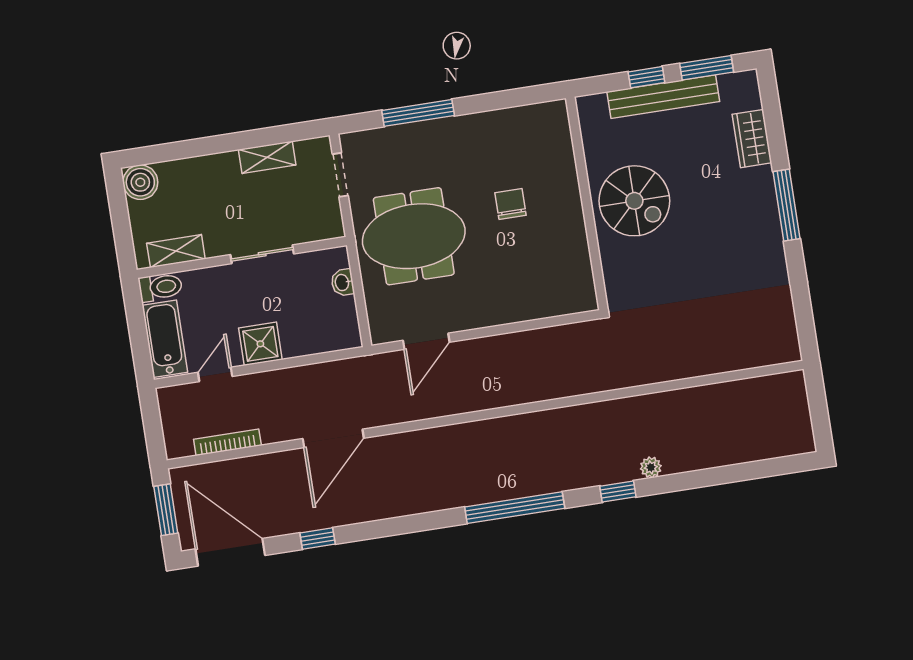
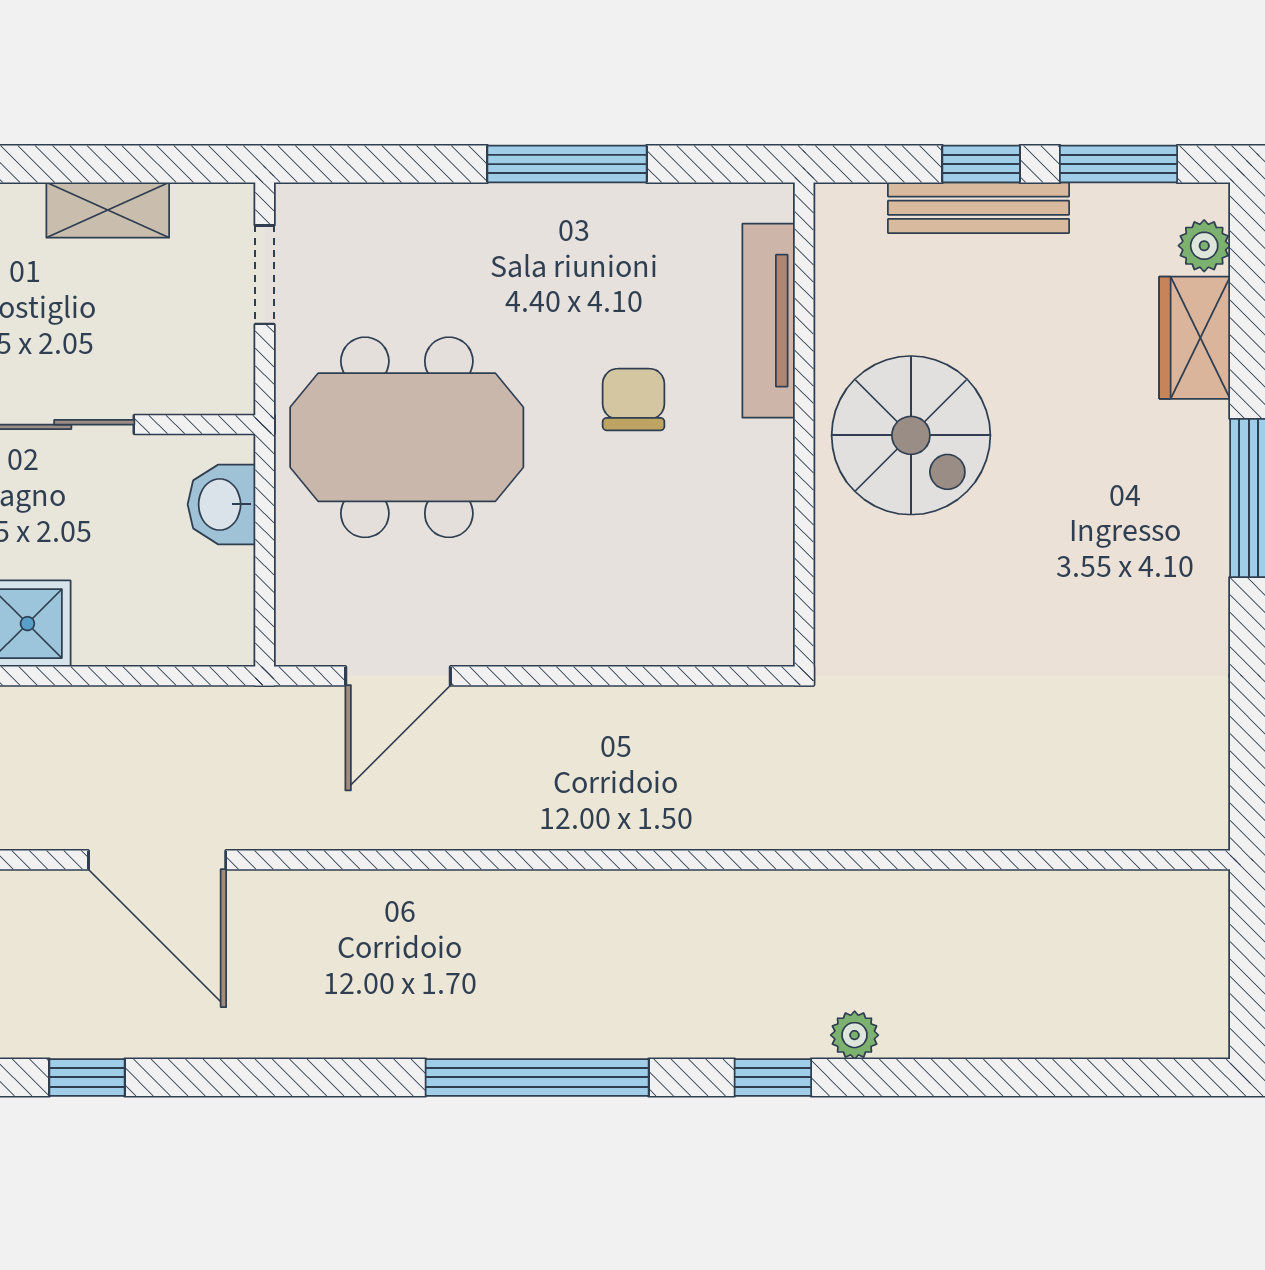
bench: (663, 97) -> (979, 208), width x0.73, depth x0.82
plant: (750, 98) -> (1204, 246), added
window: (418, 113) -> (567, 164), moved
tv unit: (564, 160) -> (769, 321), added
washbasin: (343, 282) -> (222, 504), width x1.38, depth x1.45
door: (333, 438) -> (157, 860), hinge flipped

